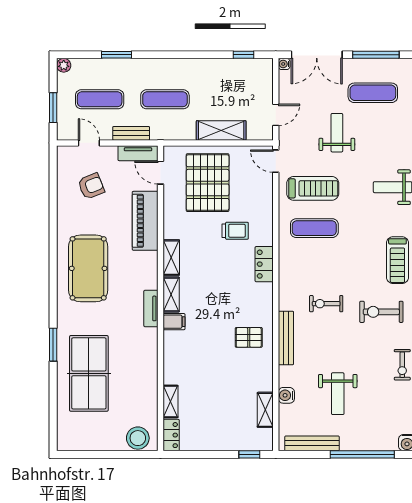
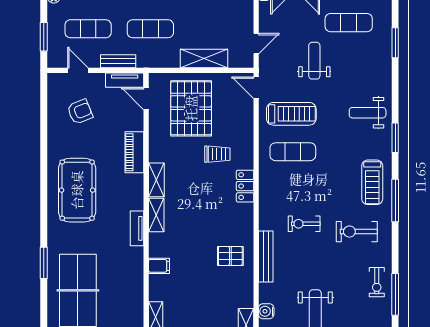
piano: (145, 221) -> (134, 152), width x0.73, depth x0.75
filing cabinet: (174, 322) -> (159, 266), moved

